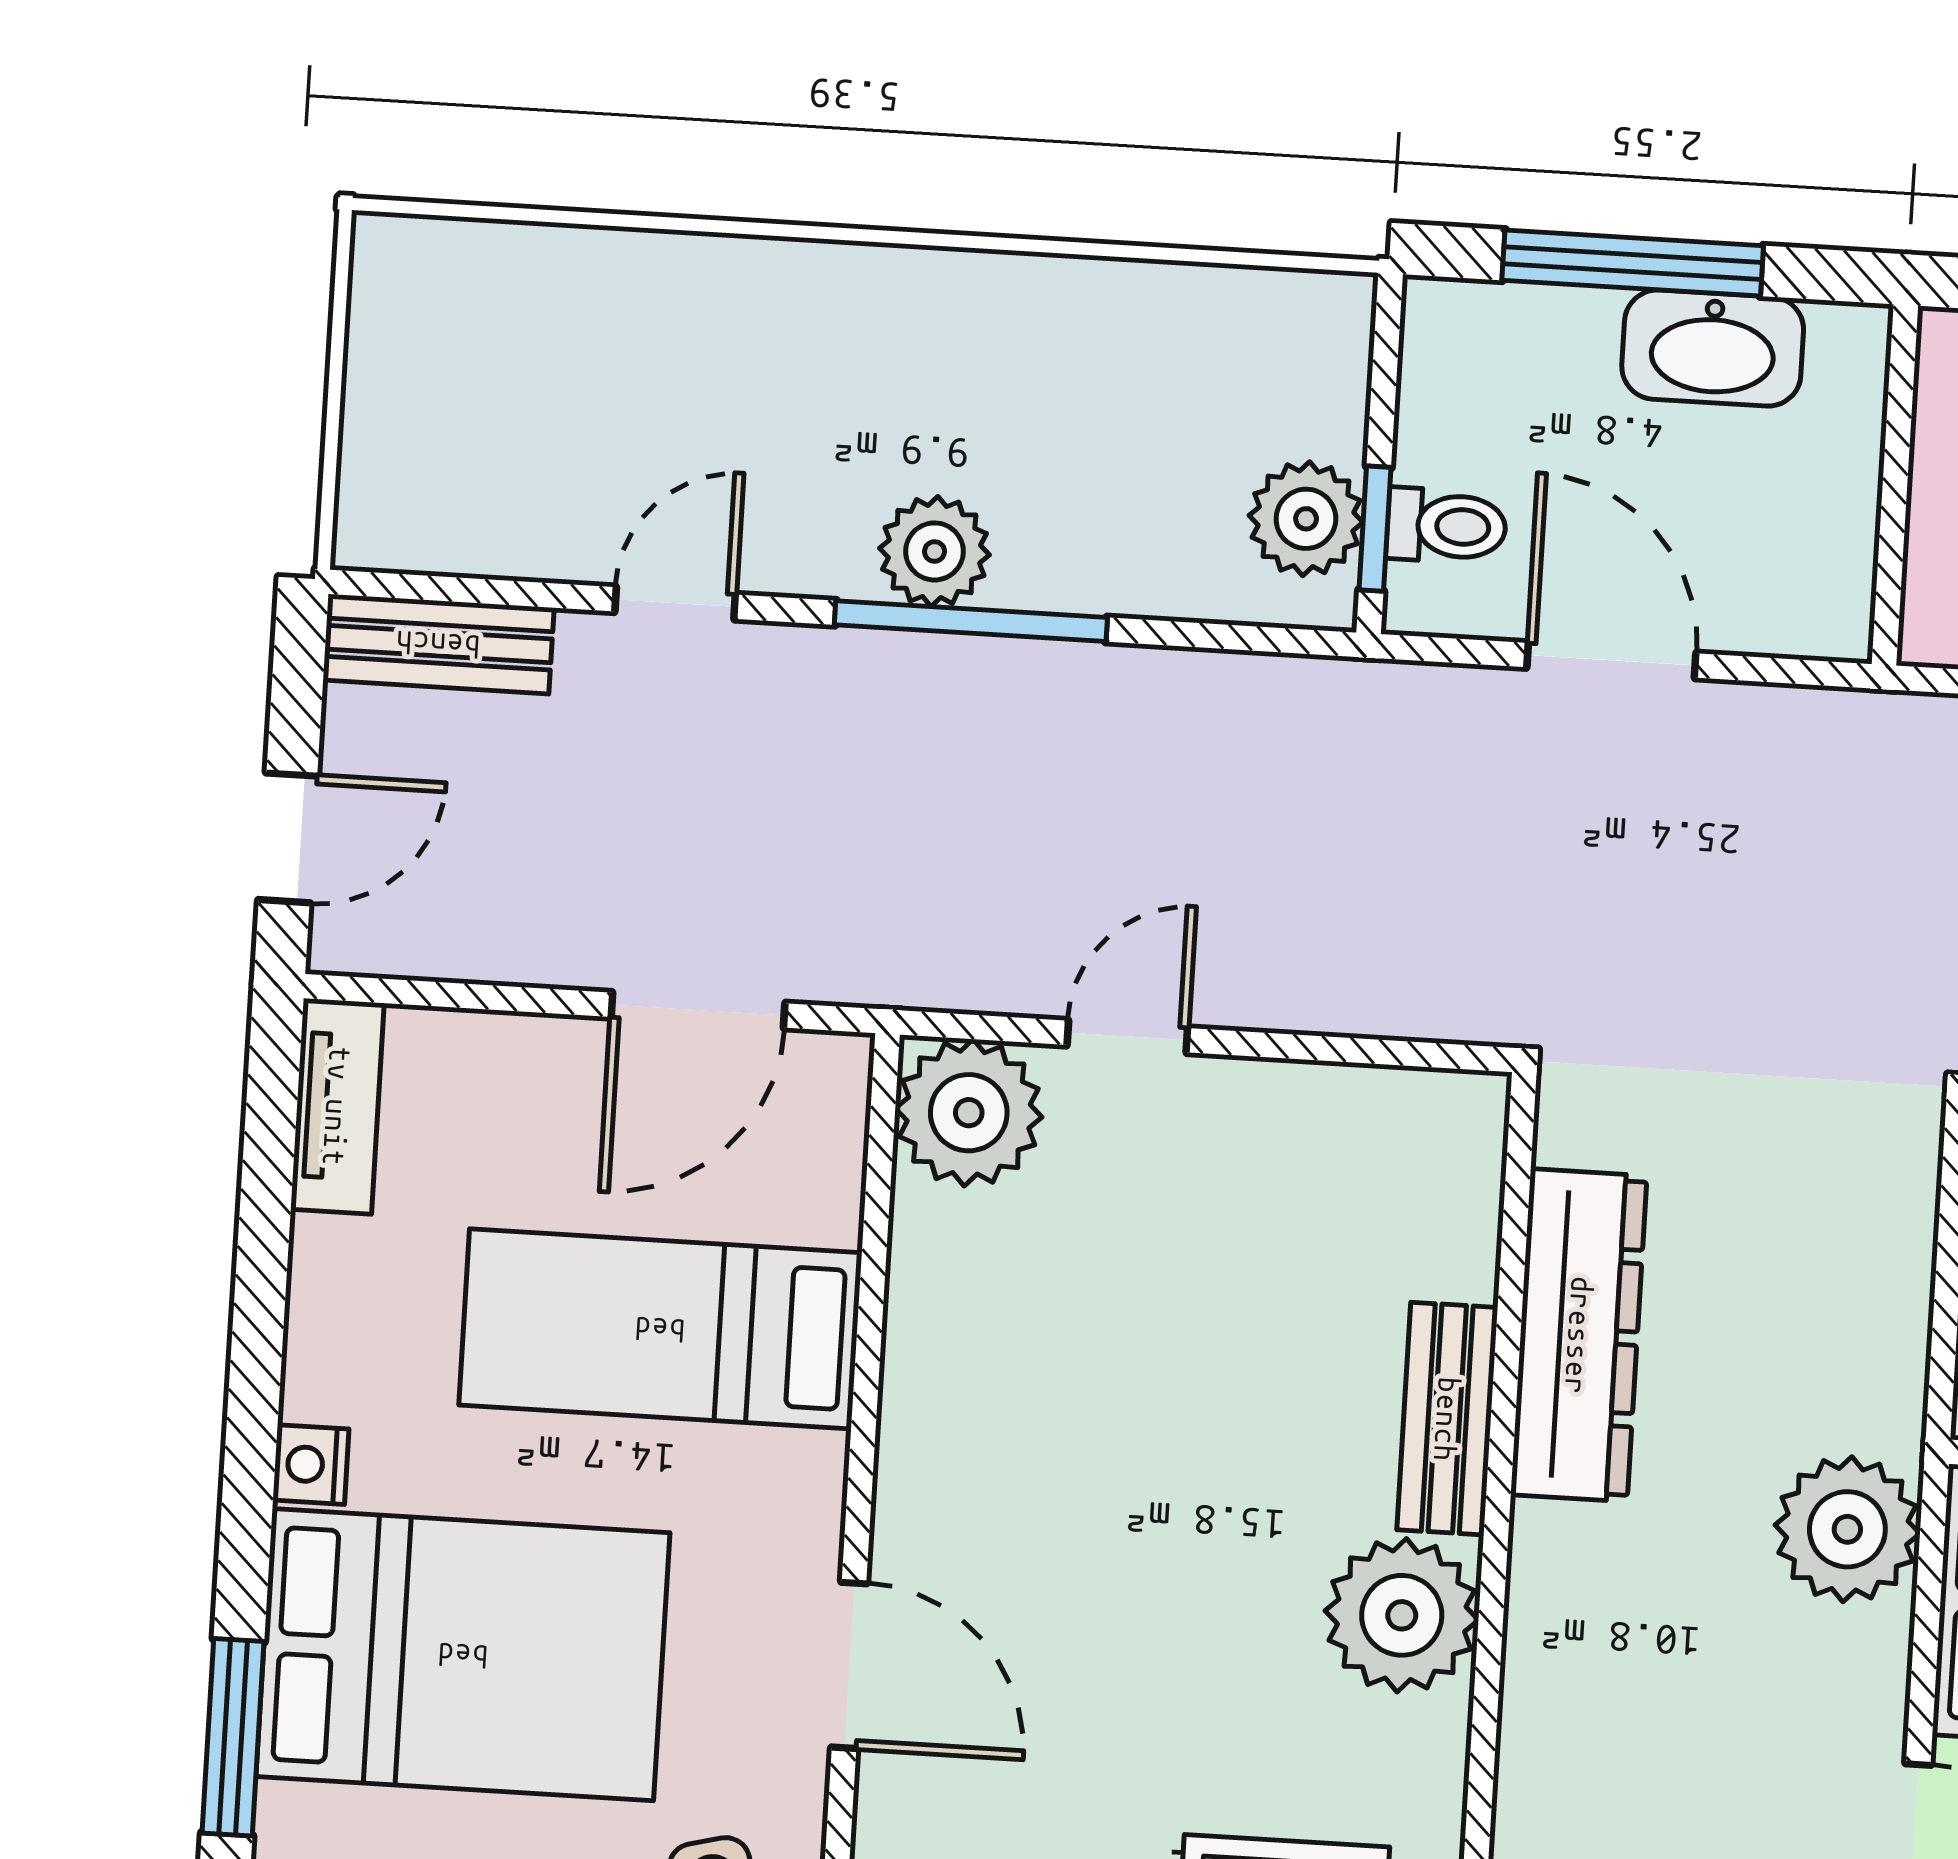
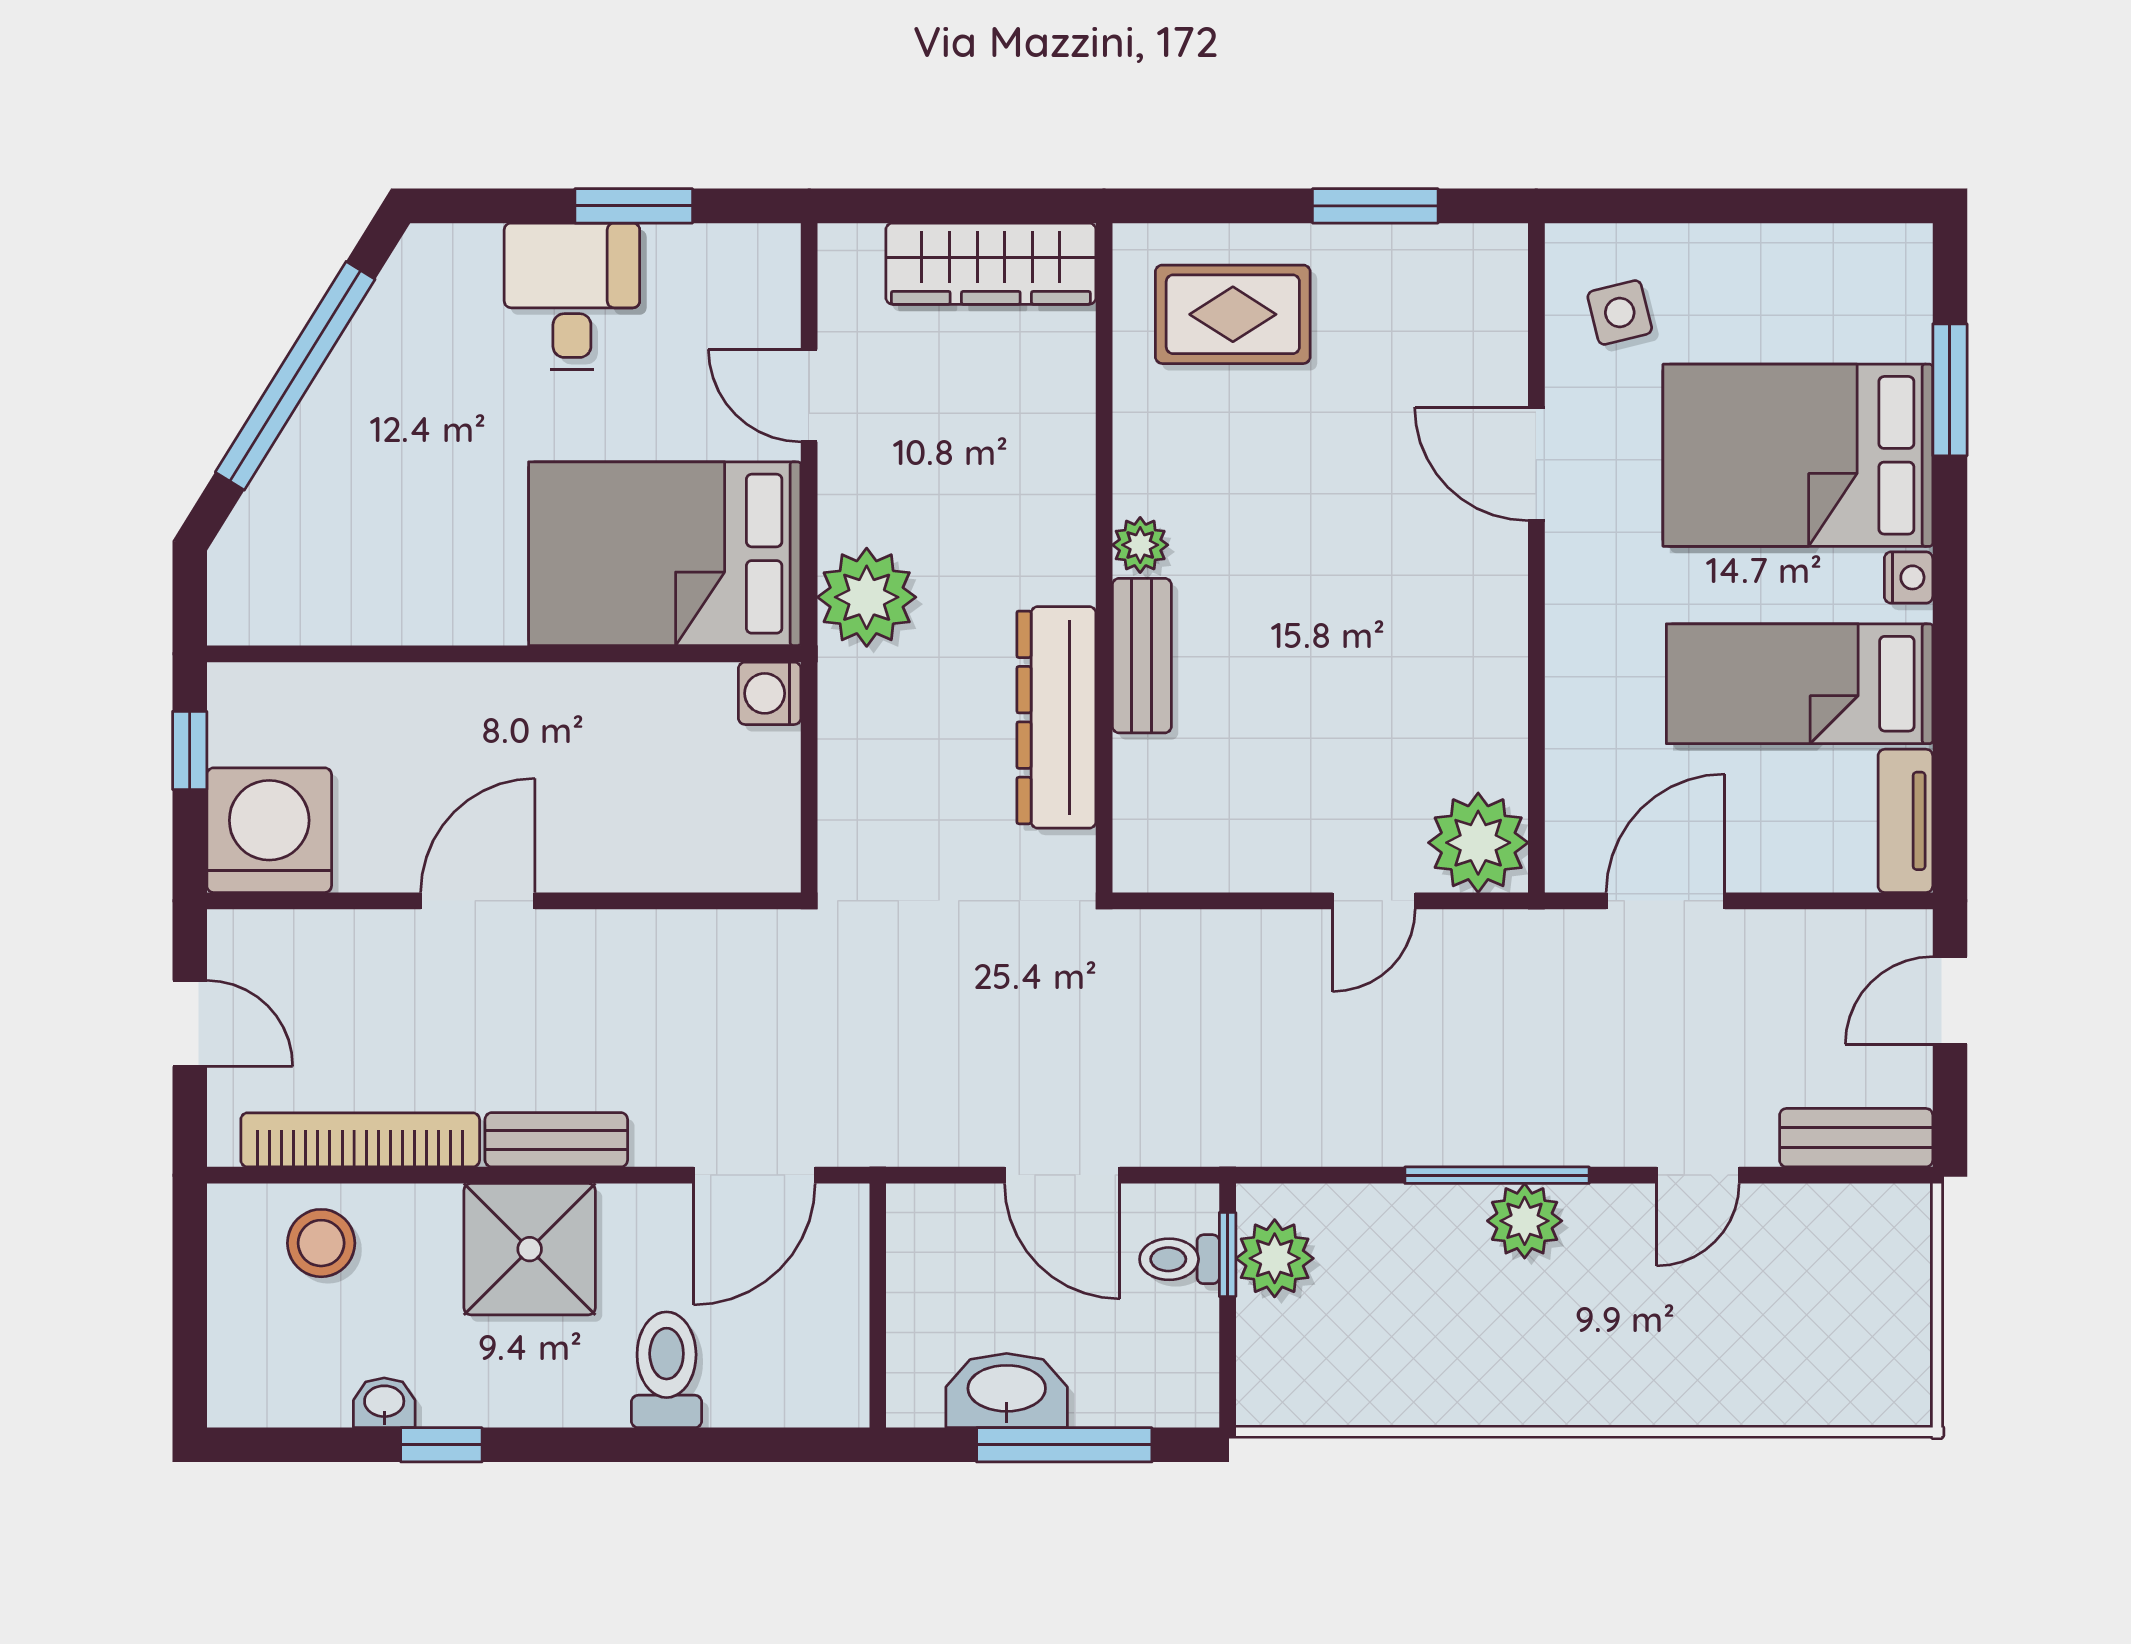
bed: (660, 1329) -> (1800, 684), moved, turned 180
plant: (1402, 1615) -> (1140, 545), width x0.53, depth x0.53

